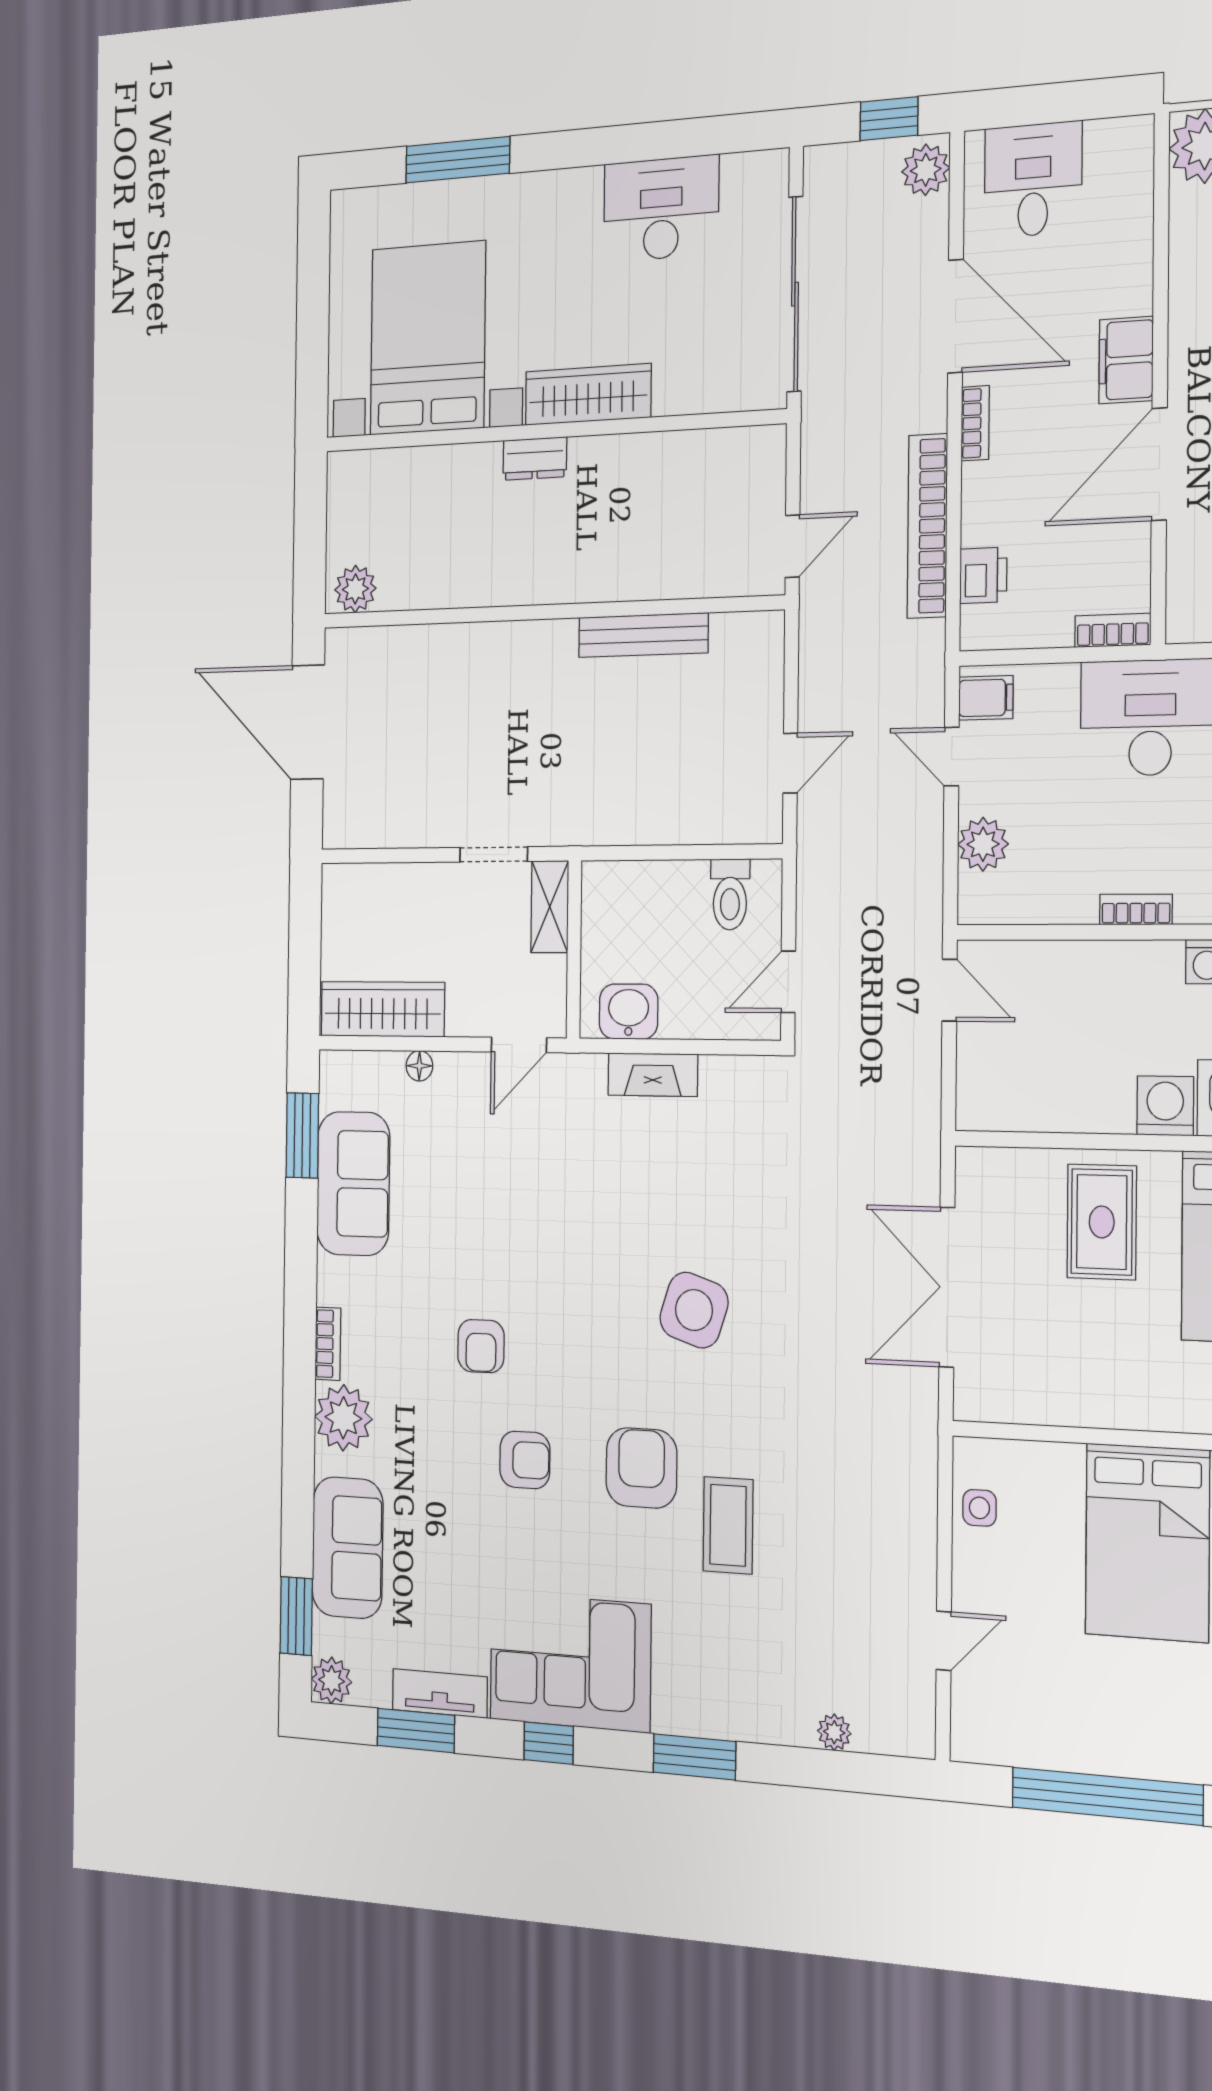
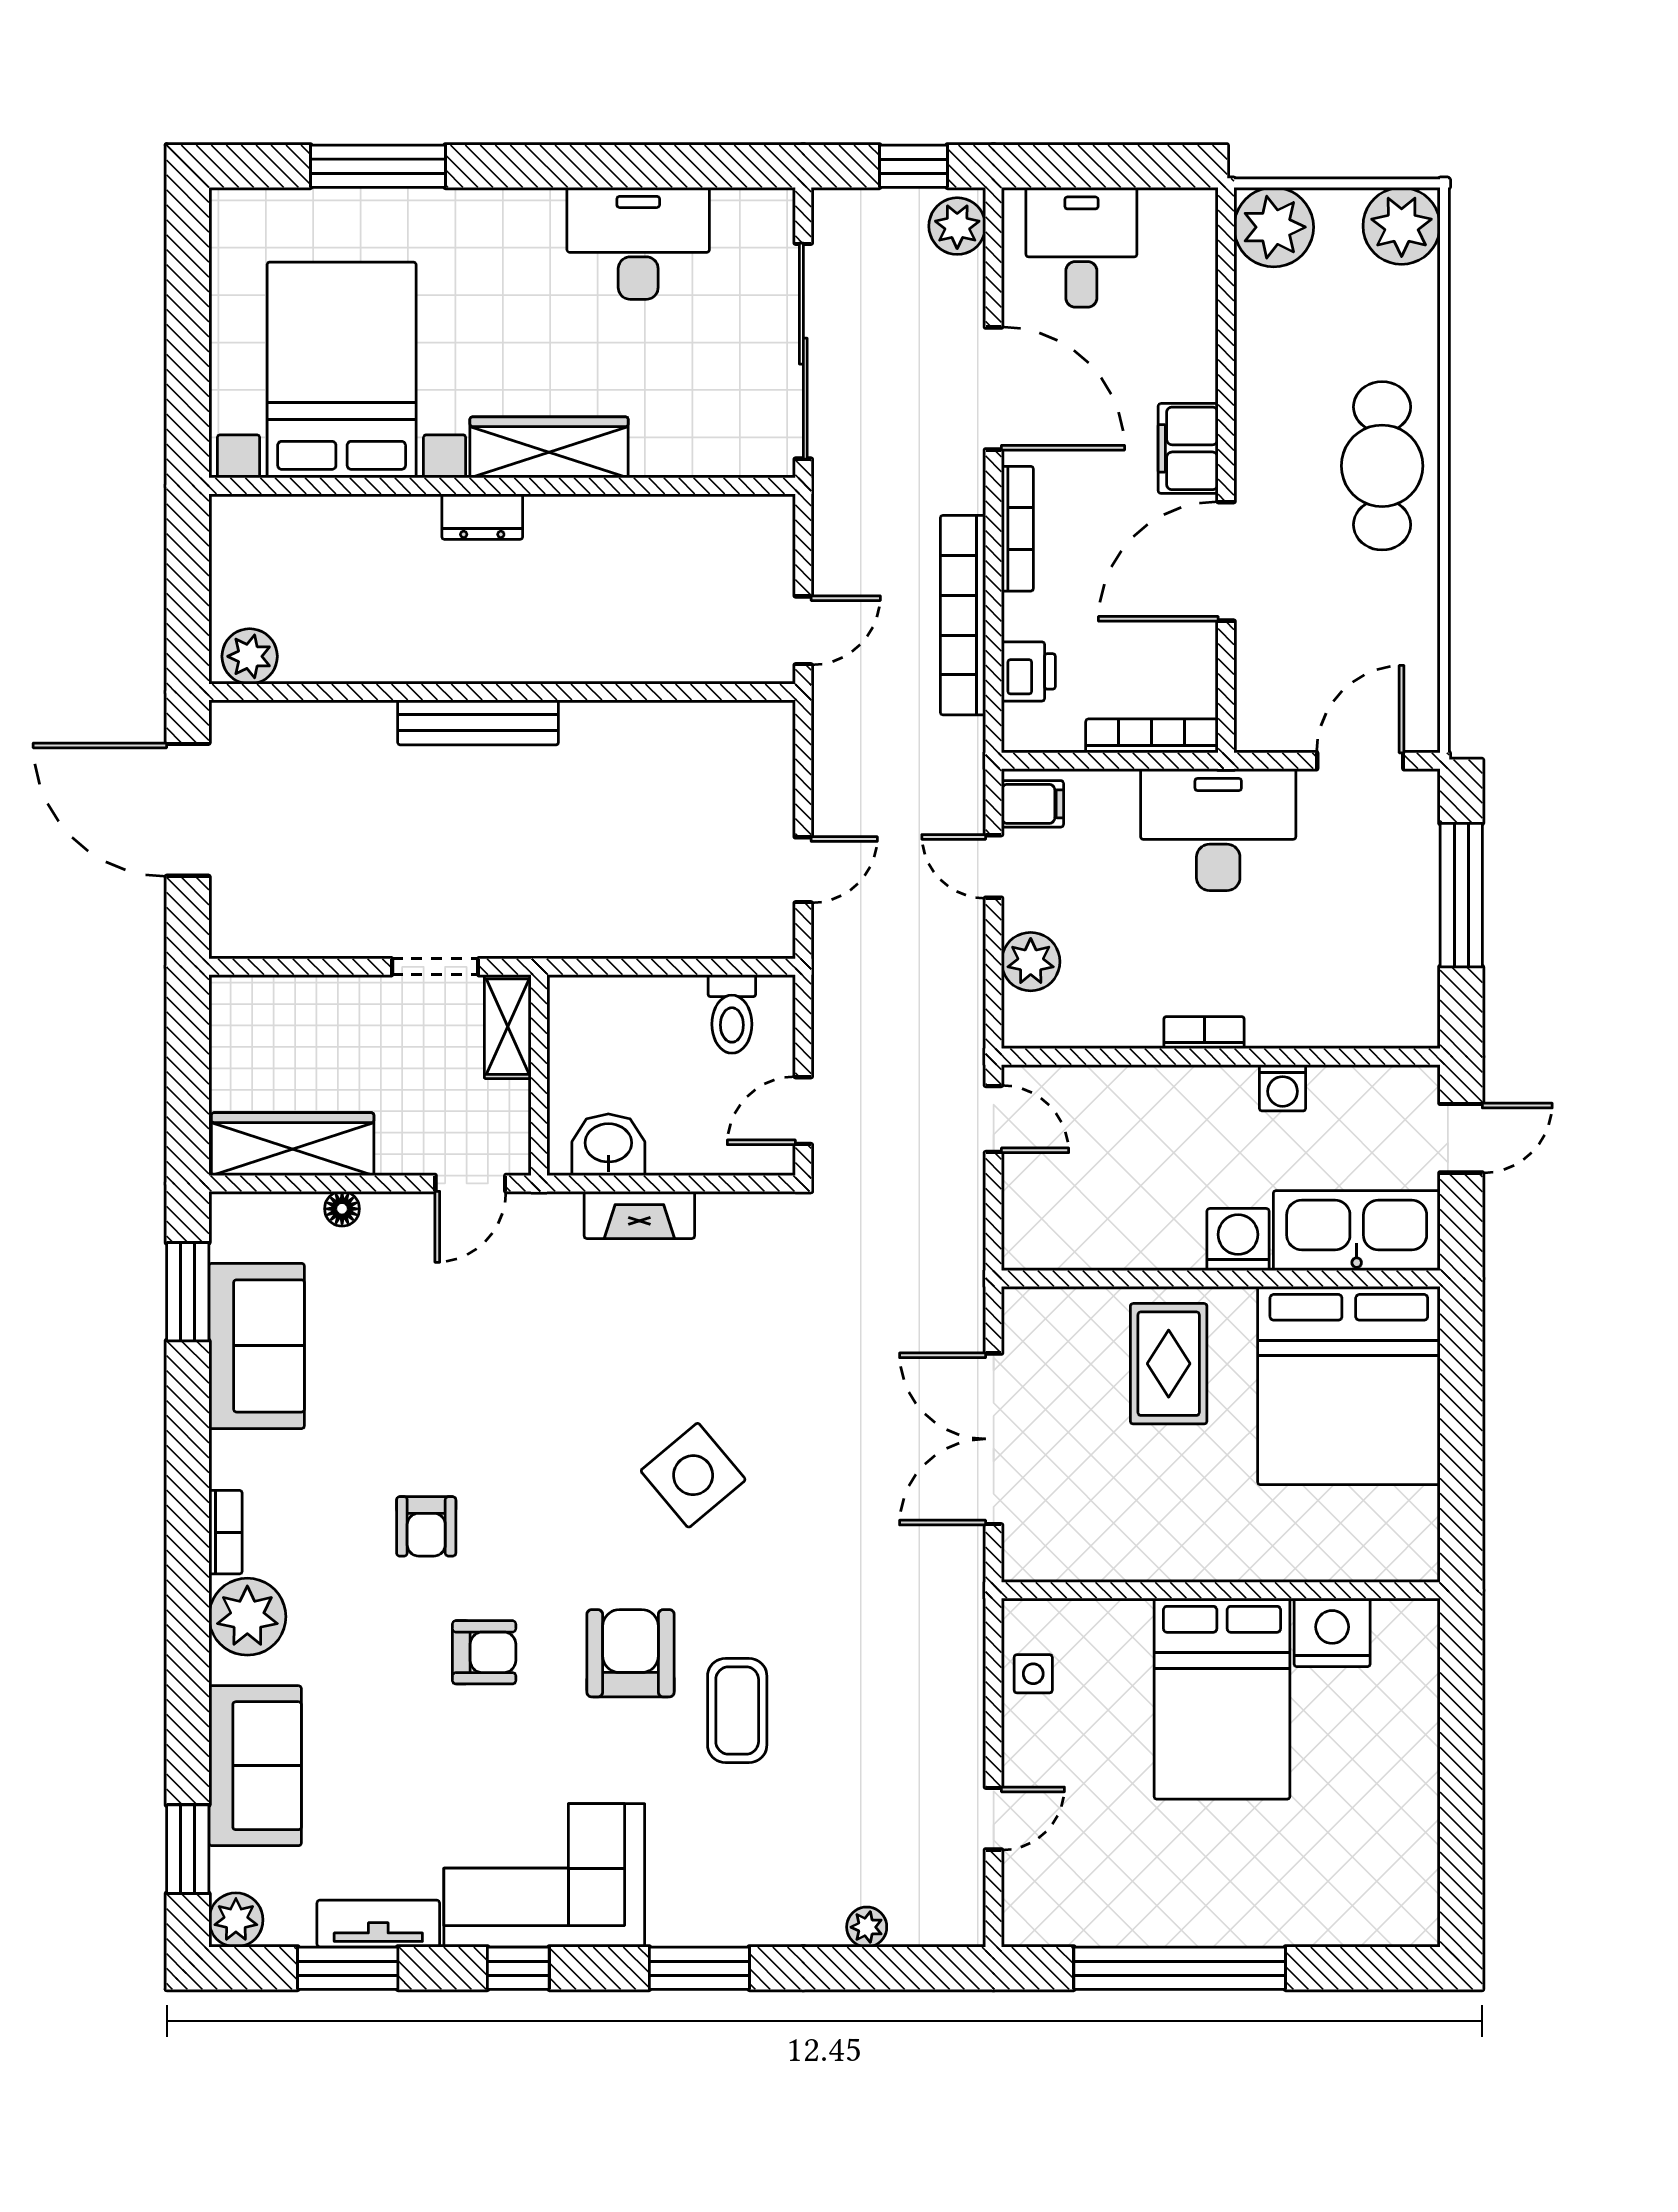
bookcase: (975, 423) -> (1017, 529), width x1.56
bookcase: (1113, 630) -> (1152, 736), width x1.56
bench: (643, 635) -> (478, 722), moved
side table: (694, 1310) -> (693, 1475), turned 32

